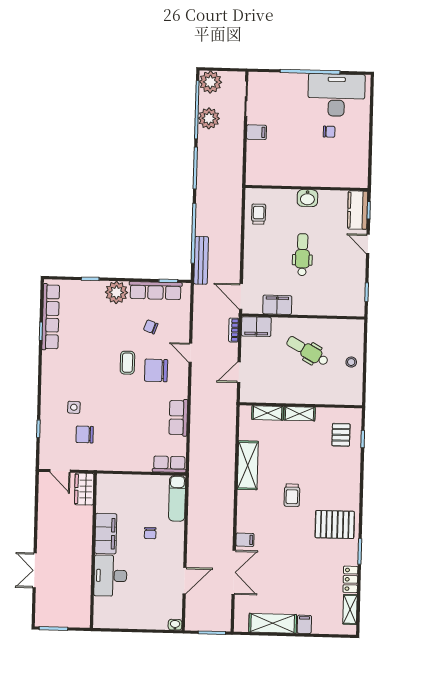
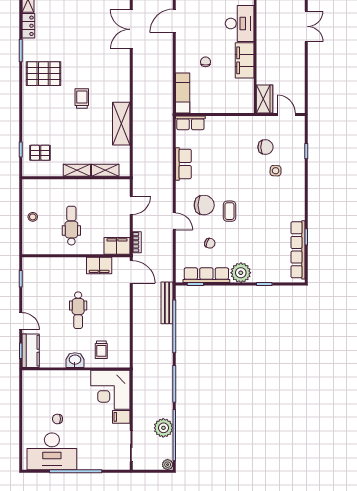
plant: (210, 82) -> (168, 465), width x0.53, depth x0.53
corner desk: (268, 163) -> (110, 390), added
trolley: (259, 214) -> (101, 350), moved
dental chair: (308, 351) -> (71, 226), turned -119
pallet: (341, 435) -> (40, 153), turned 90
filing cabinet: (245, 540) -> (122, 58), removed

